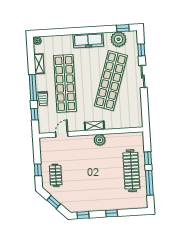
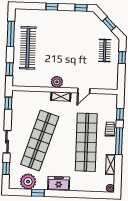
window: (123, 28) -> (38, 193), moved
freezer: (88, 40) -> (59, 183), width x0.71
window: (145, 114) -> (8, 103), added
door: (62, 134) -> (84, 91), moved
window: (148, 158) -> (10, 69), moved

